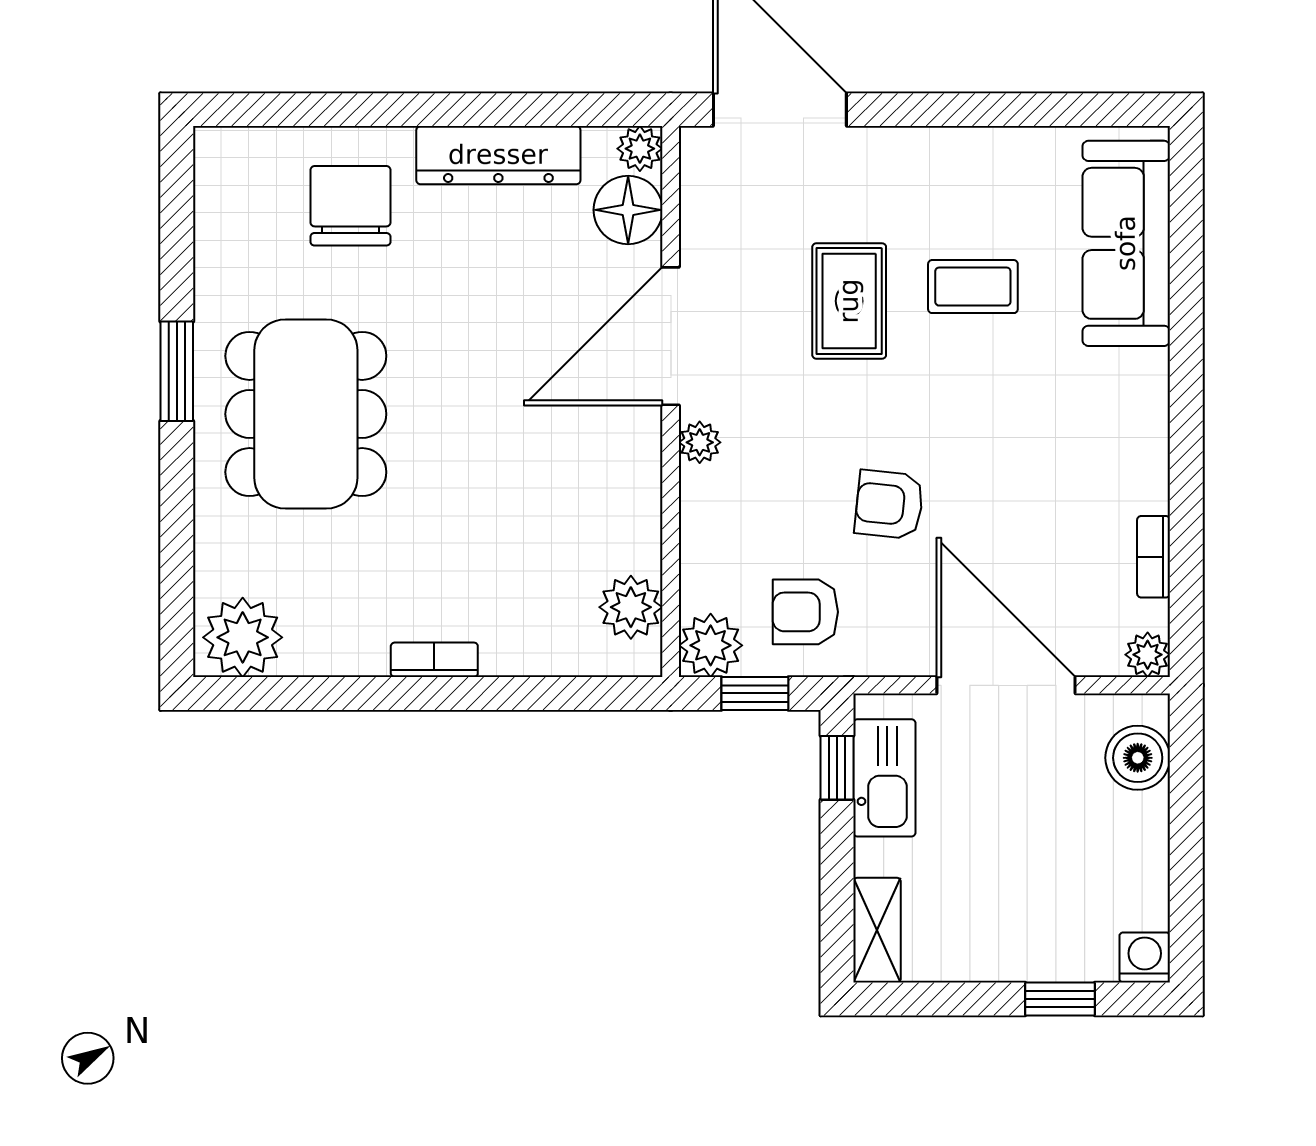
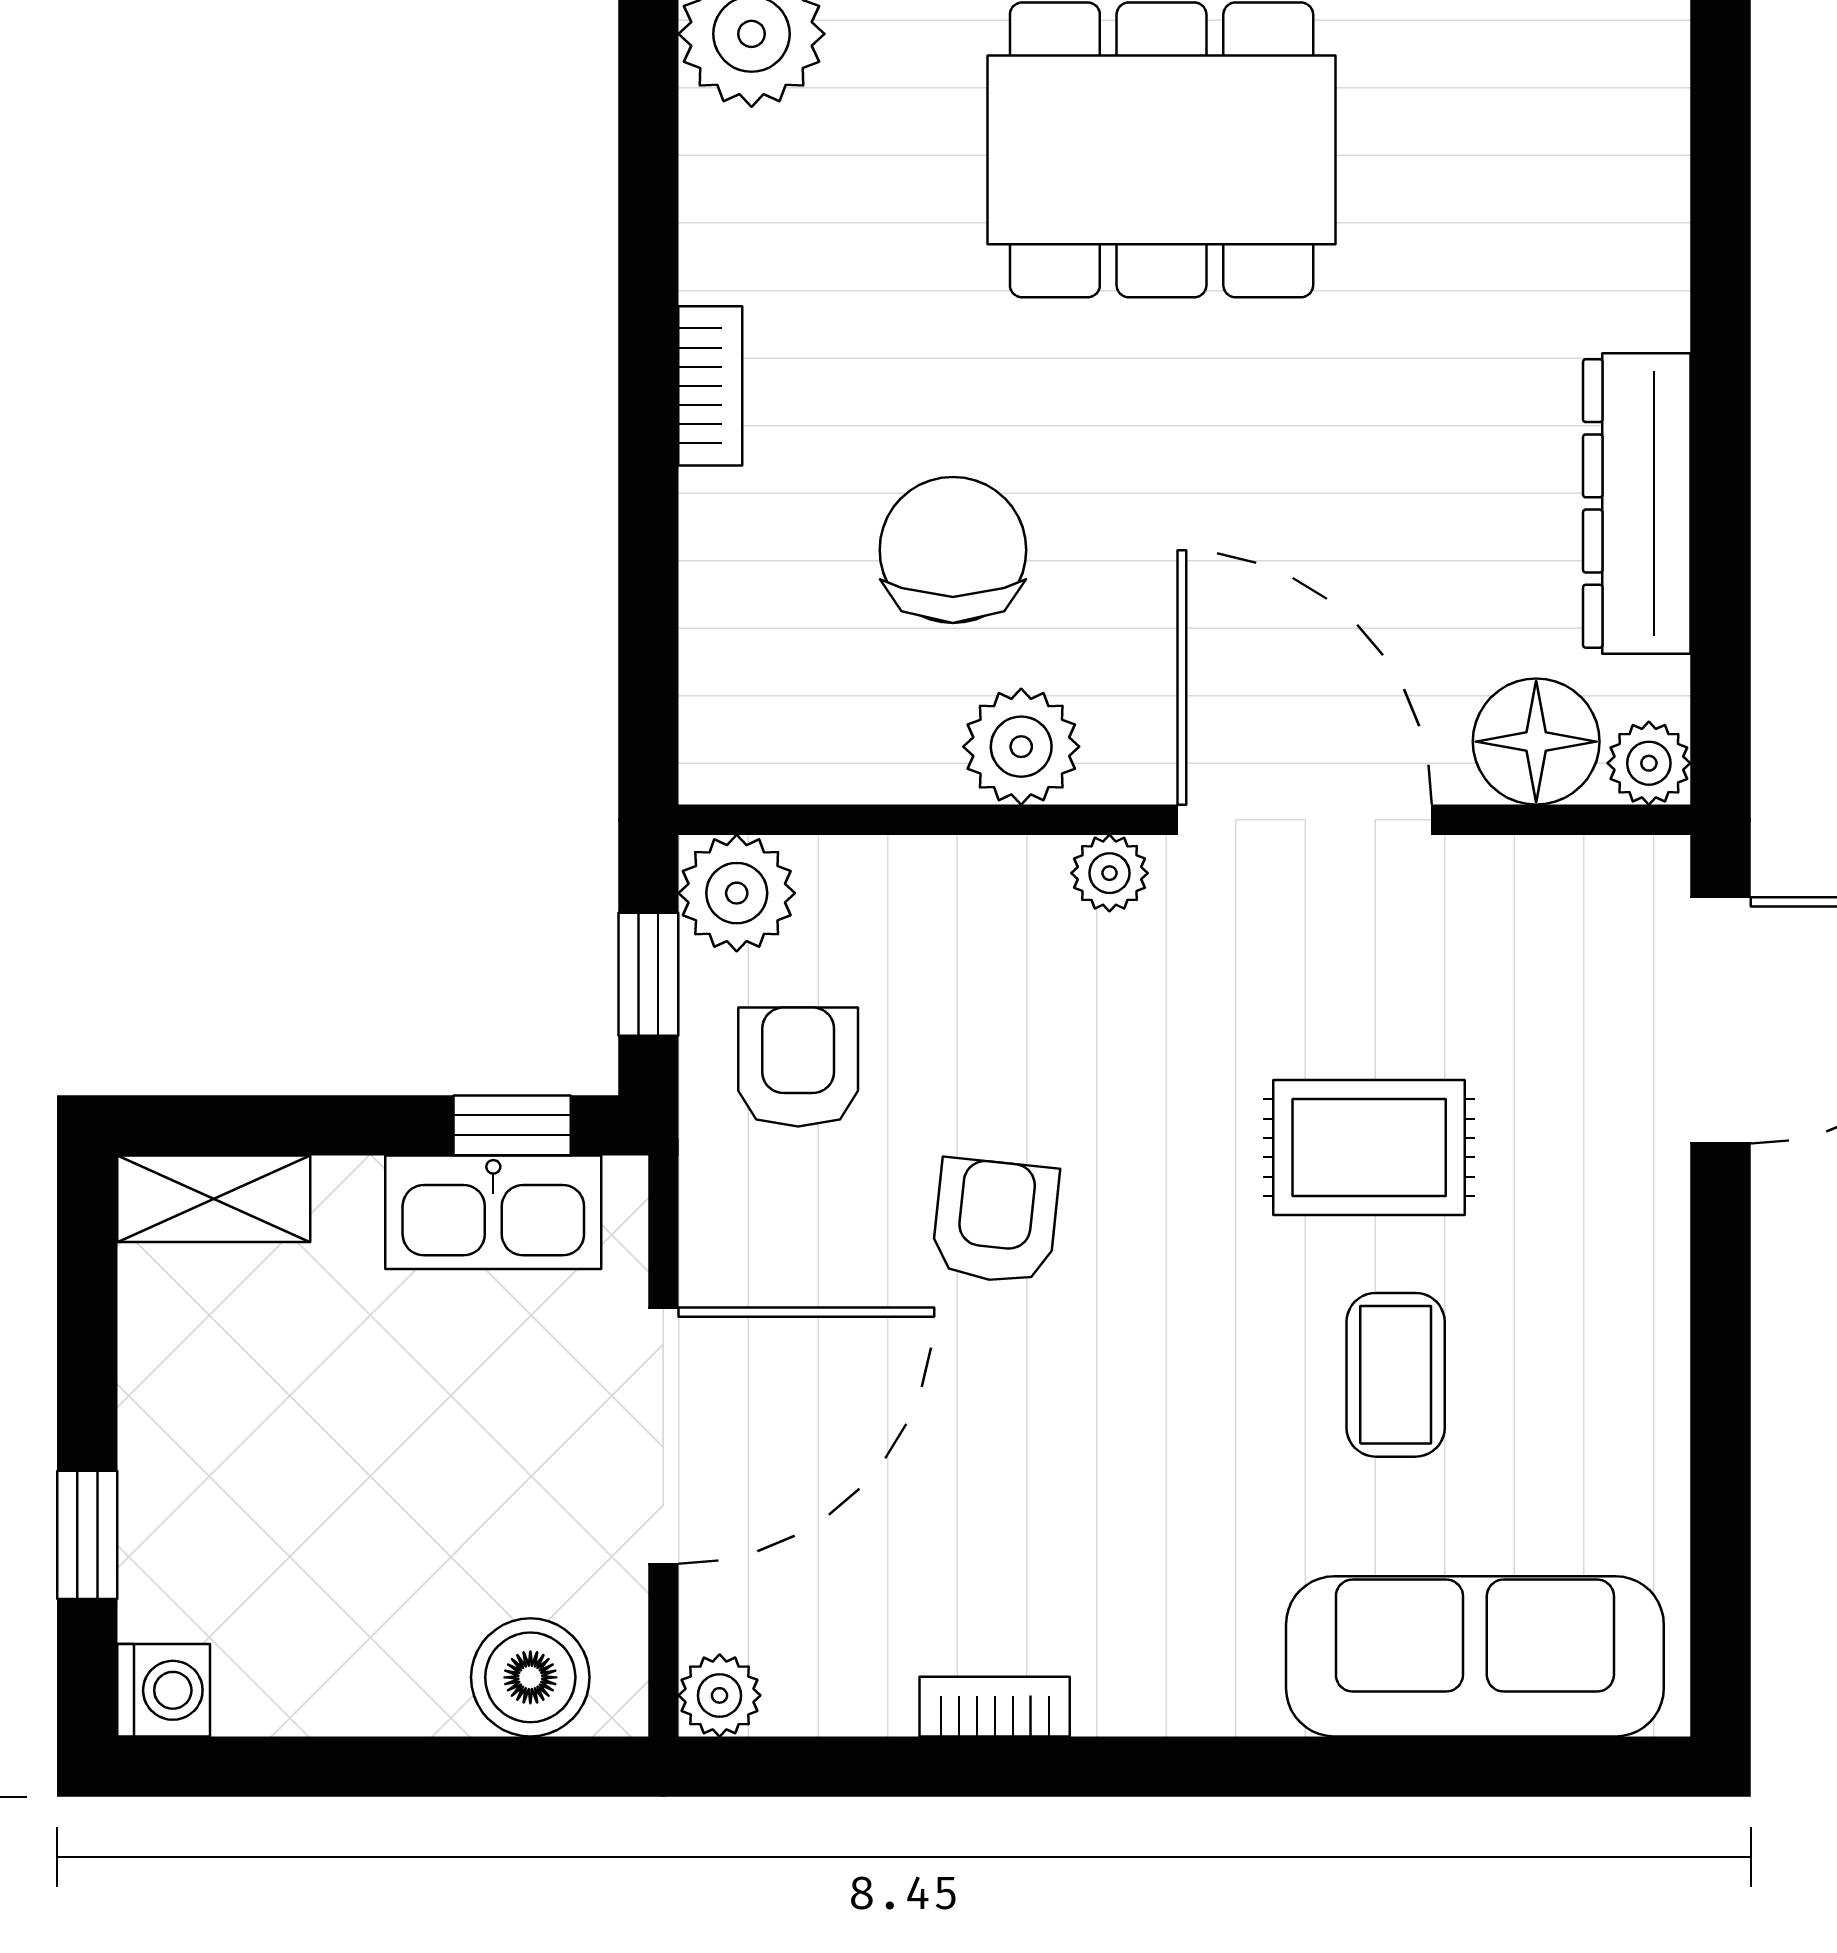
chair: (350, 206) -> (953, 550), moved, turned -90
bookcase: (1154, 557) -> (995, 1707), moved
plant: (631, 607) -> (1021, 747), moved

